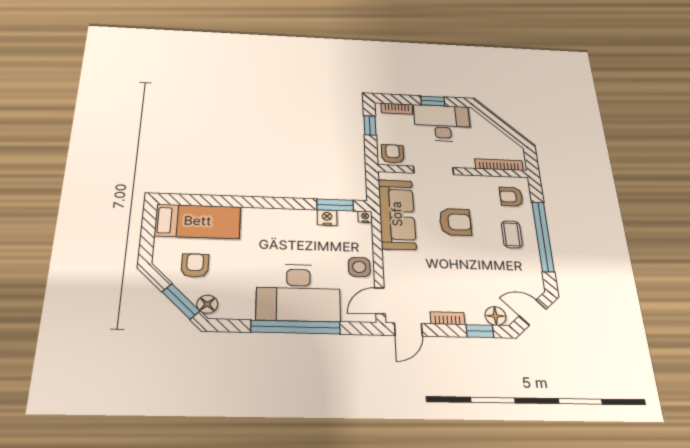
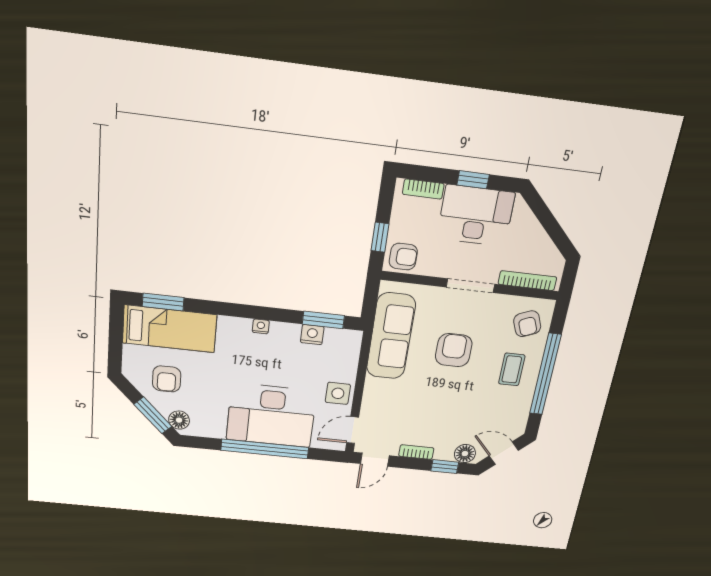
window: (370, 125) -> (380, 237), moved
armchair: (393, 154) -> (403, 257), turned 90
doorway: (433, 170) -> (470, 286), moved
armchair: (511, 197) -> (527, 324), turned -112
window: (192, 200) -> (163, 302), added
nightstand: (365, 217) -> (261, 326), moved
armchair: (455, 222) -> (454, 350), turned -90
armchair: (195, 265) -> (167, 379), turned 180

